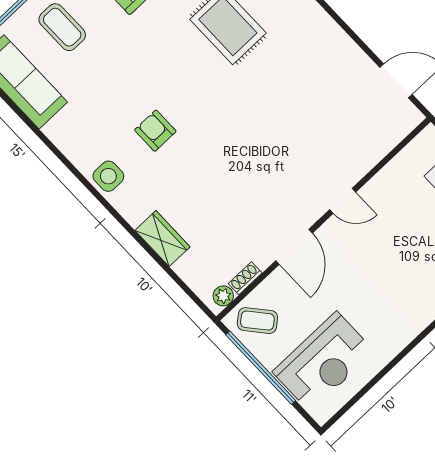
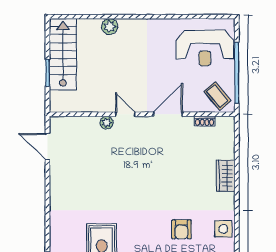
plant: (223, 296) -> (107, 123), moved
reception desk: (323, 362) -> (205, 48), turned 180

